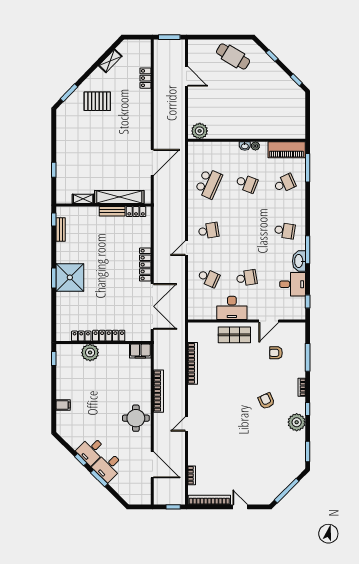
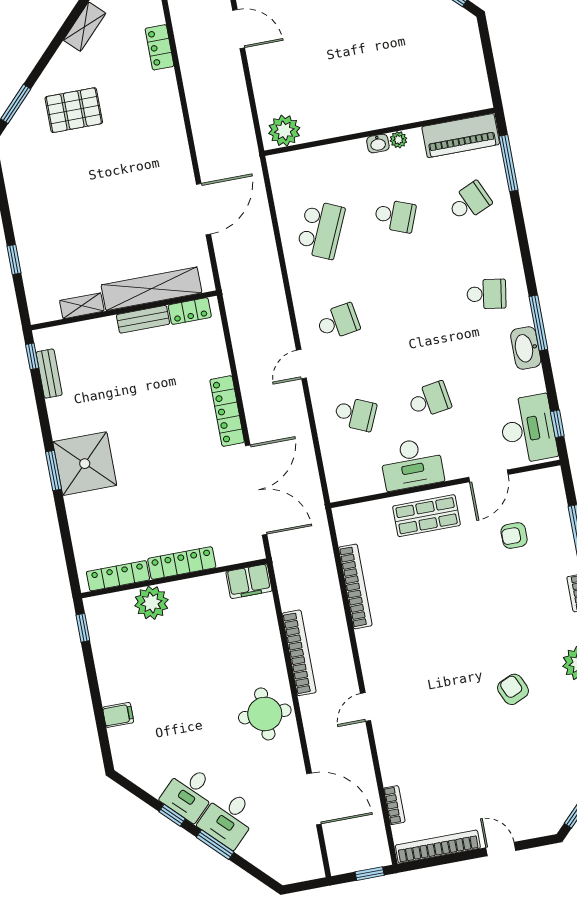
desk: (293, 284) -> (528, 429), moved, width x1.37
locker: (81, 336) -> (118, 576), width x1.53
armchair: (266, 401) -> (513, 689), moved

